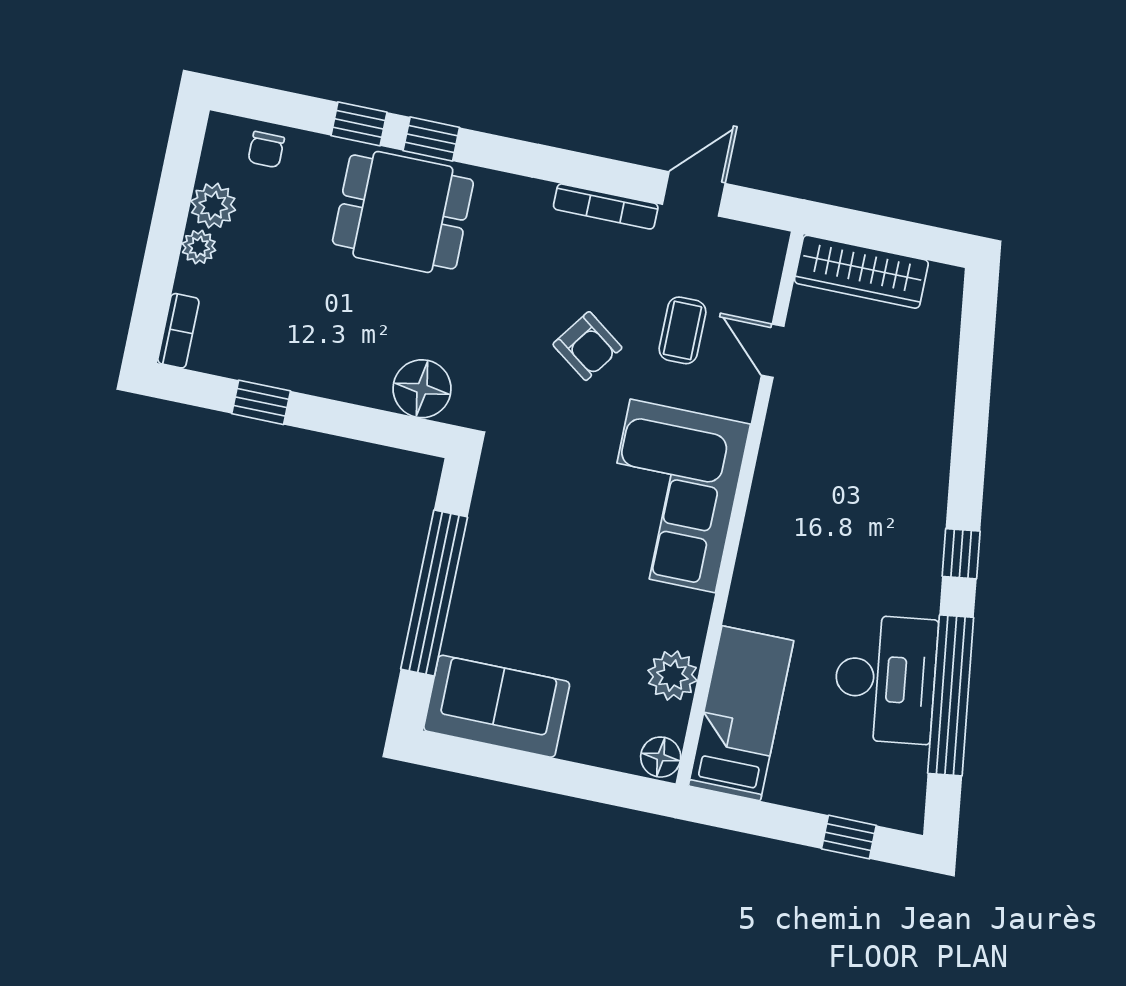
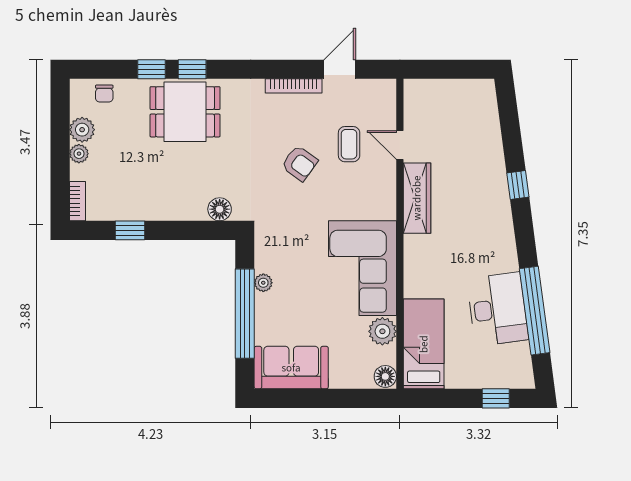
wardrobe: (861, 272) -> (417, 198), moved, turned -90
floor lamp: (422, 389) -> (220, 209), width x0.73, depth x0.73
corner sofa: (673, 496) -> (362, 268), moved
plant: (479, 545) -> (263, 283), added
window: (961, 554) -> (518, 185), moved

